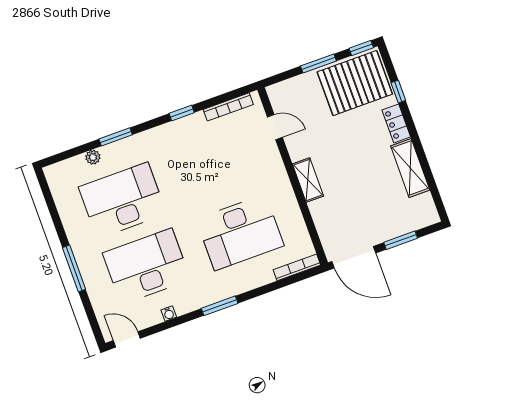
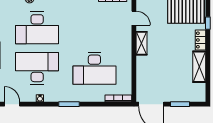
shelving: (308, 180) -> (142, 43), moved
desk: (123, 200) -> (37, 28), turned 180

